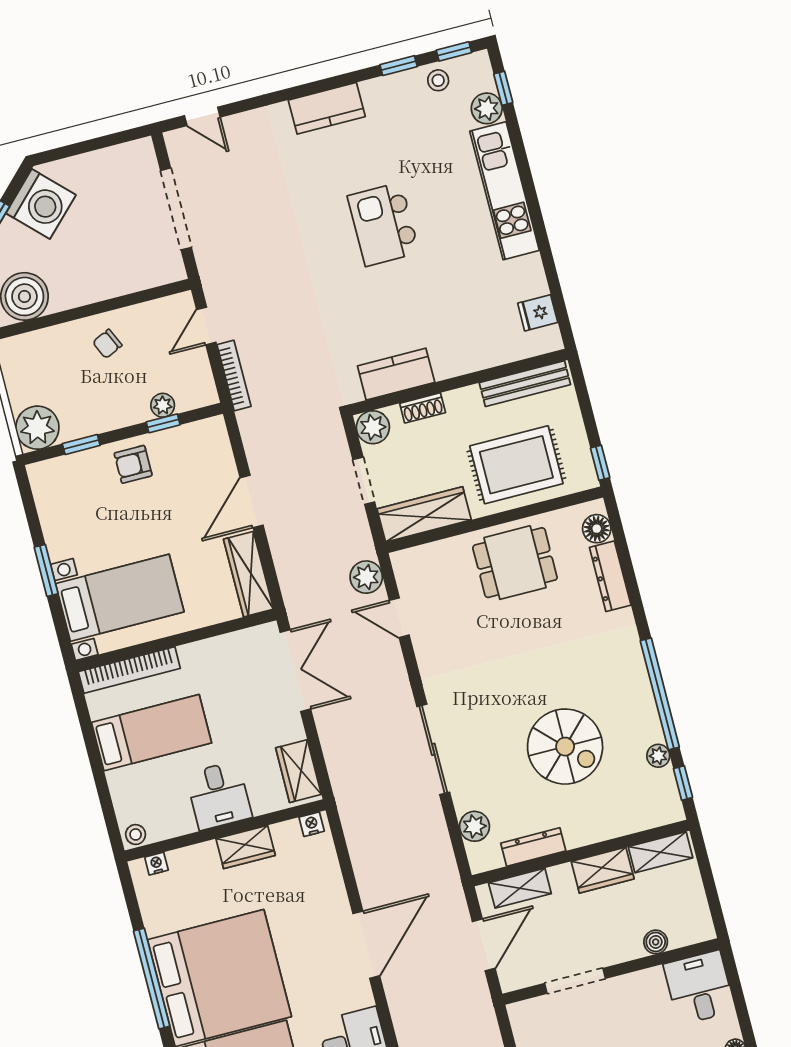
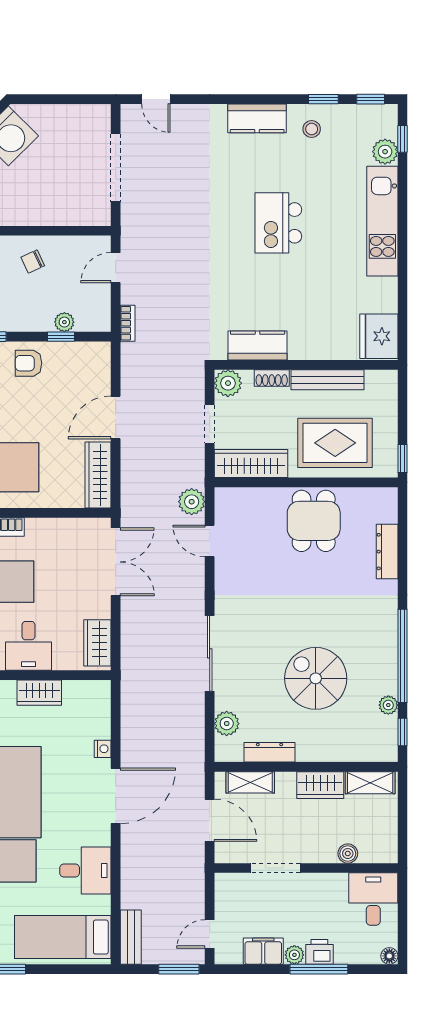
stool: (438, 80) -> (312, 129), moved
fridge: (538, 313) -> (379, 336), width x1.88, depth x1.34
bookcase: (234, 376) -> (128, 323), width x0.64
bench: (525, 384) -> (327, 380), moved
floor lamp: (597, 529) -> (386, 511), removed
dining table: (515, 563) -> (314, 521), turned 90
spiral stairs: (565, 747) -> (316, 678), turned 180
nightstand: (312, 824) -> (103, 749), moved, turned 90
door: (484, 945) -> (210, 820), hinge flipped

